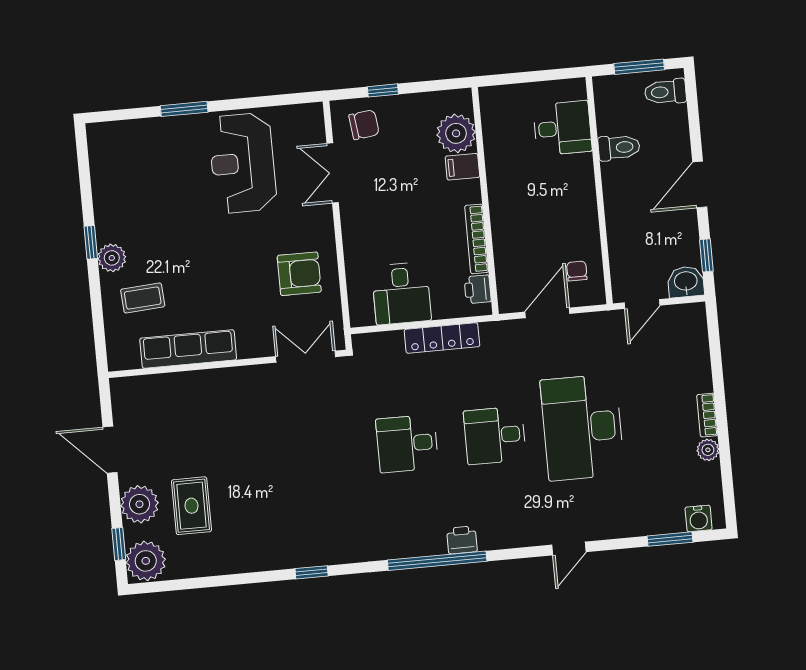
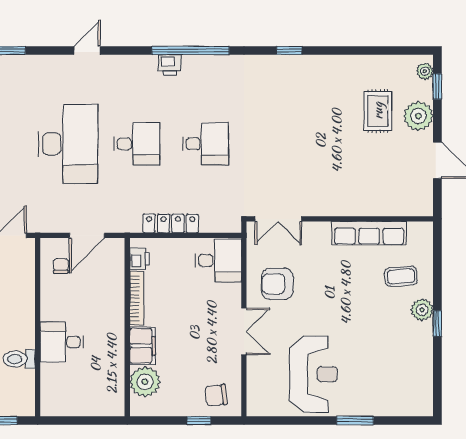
desk: (562, 128) -> (62, 342), moved
filing cabinet: (462, 167) -> (142, 346), width x2.00
double door: (333, 173) -> (244, 331), moved
chair: (577, 271) -> (61, 266), turned 180
desk: (401, 293) -> (218, 260), moved, turned 90
plant: (146, 561) -> (425, 71), width x0.53, depth x0.53

